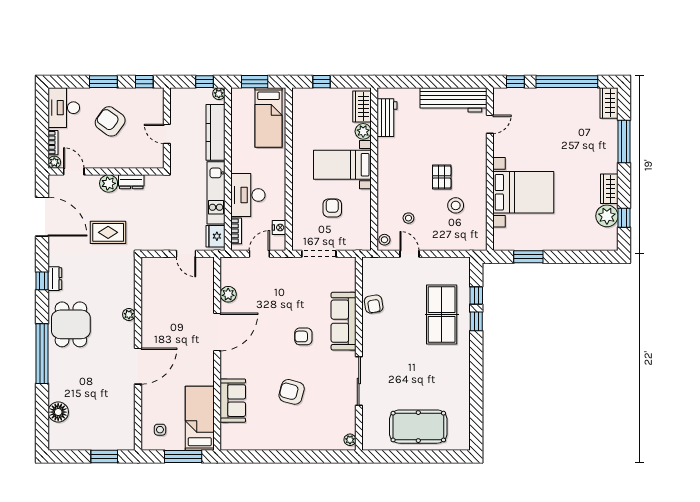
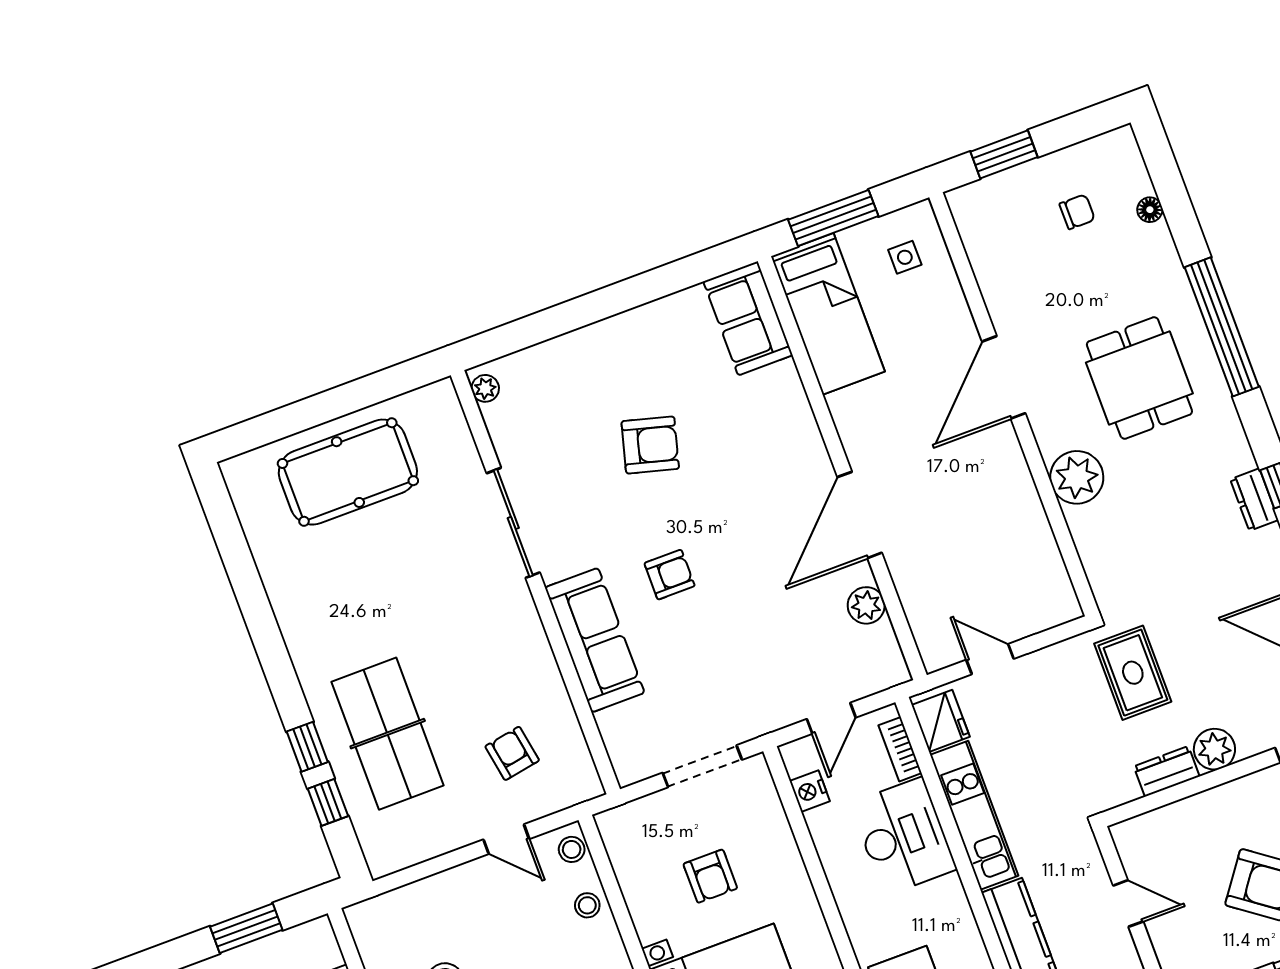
stool: (408, 218) -> (587, 905), moved
rug: (108, 232) -> (1133, 673), moved, turned 90
armchair: (374, 304) -> (512, 753), moved
plant: (129, 314) -> (1077, 477), width x1.88, depth x1.88
dining table: (71, 324) -> (1139, 378), moved
sofa: (233, 401) -> (748, 318), moved
floor lamp: (58, 412) -> (1150, 210), width x0.53, depth x0.53
chair: (83, 422) -> (1077, 212), added

